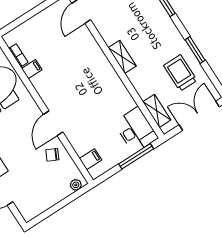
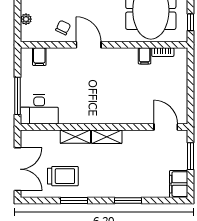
shelving: (157, 111) -> (75, 137), moved
plant: (76, 185) -> (26, 19), moved

